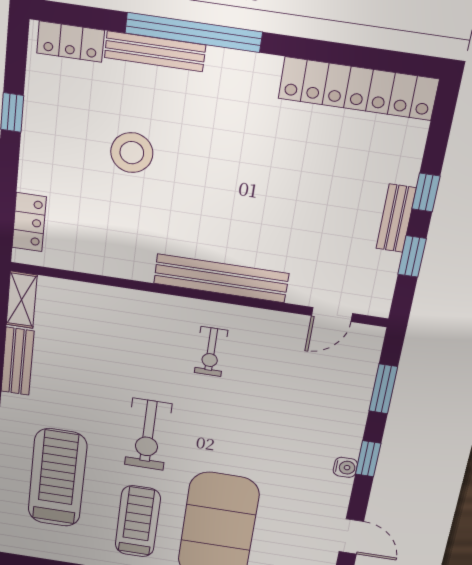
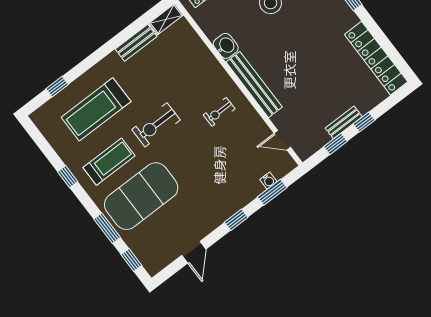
washbasin: (132, 263) -> (226, 46), added
water cooler: (345, 467) -> (268, 181), moved
treadmill: (57, 478) -> (96, 109), turned 180

